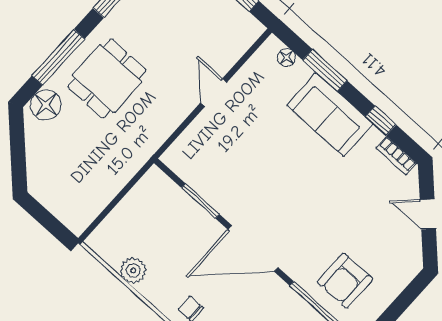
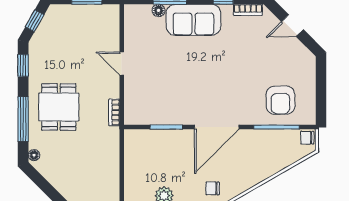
floor lamp: (286, 57) -> (159, 10), moved
floor lamp: (46, 105) -> (34, 155), width x0.53, depth x0.53
bookcase: (160, 137) -> (114, 112), added

